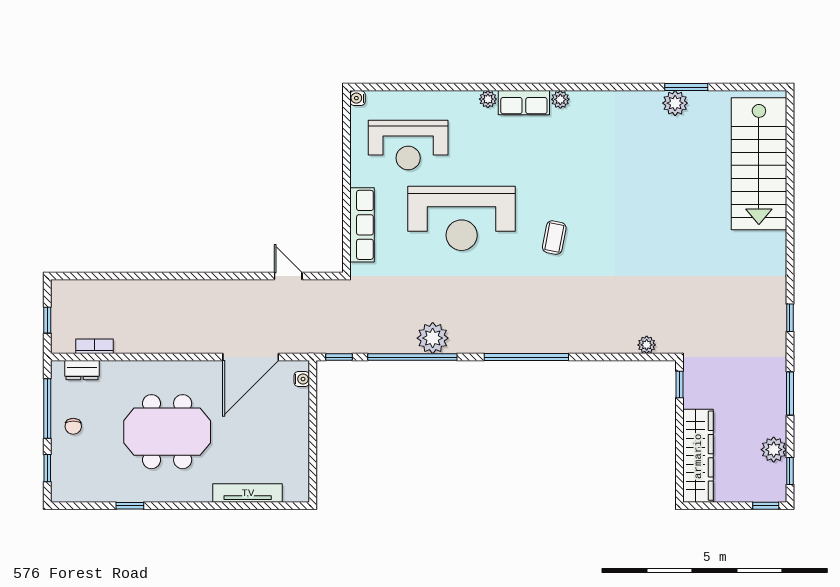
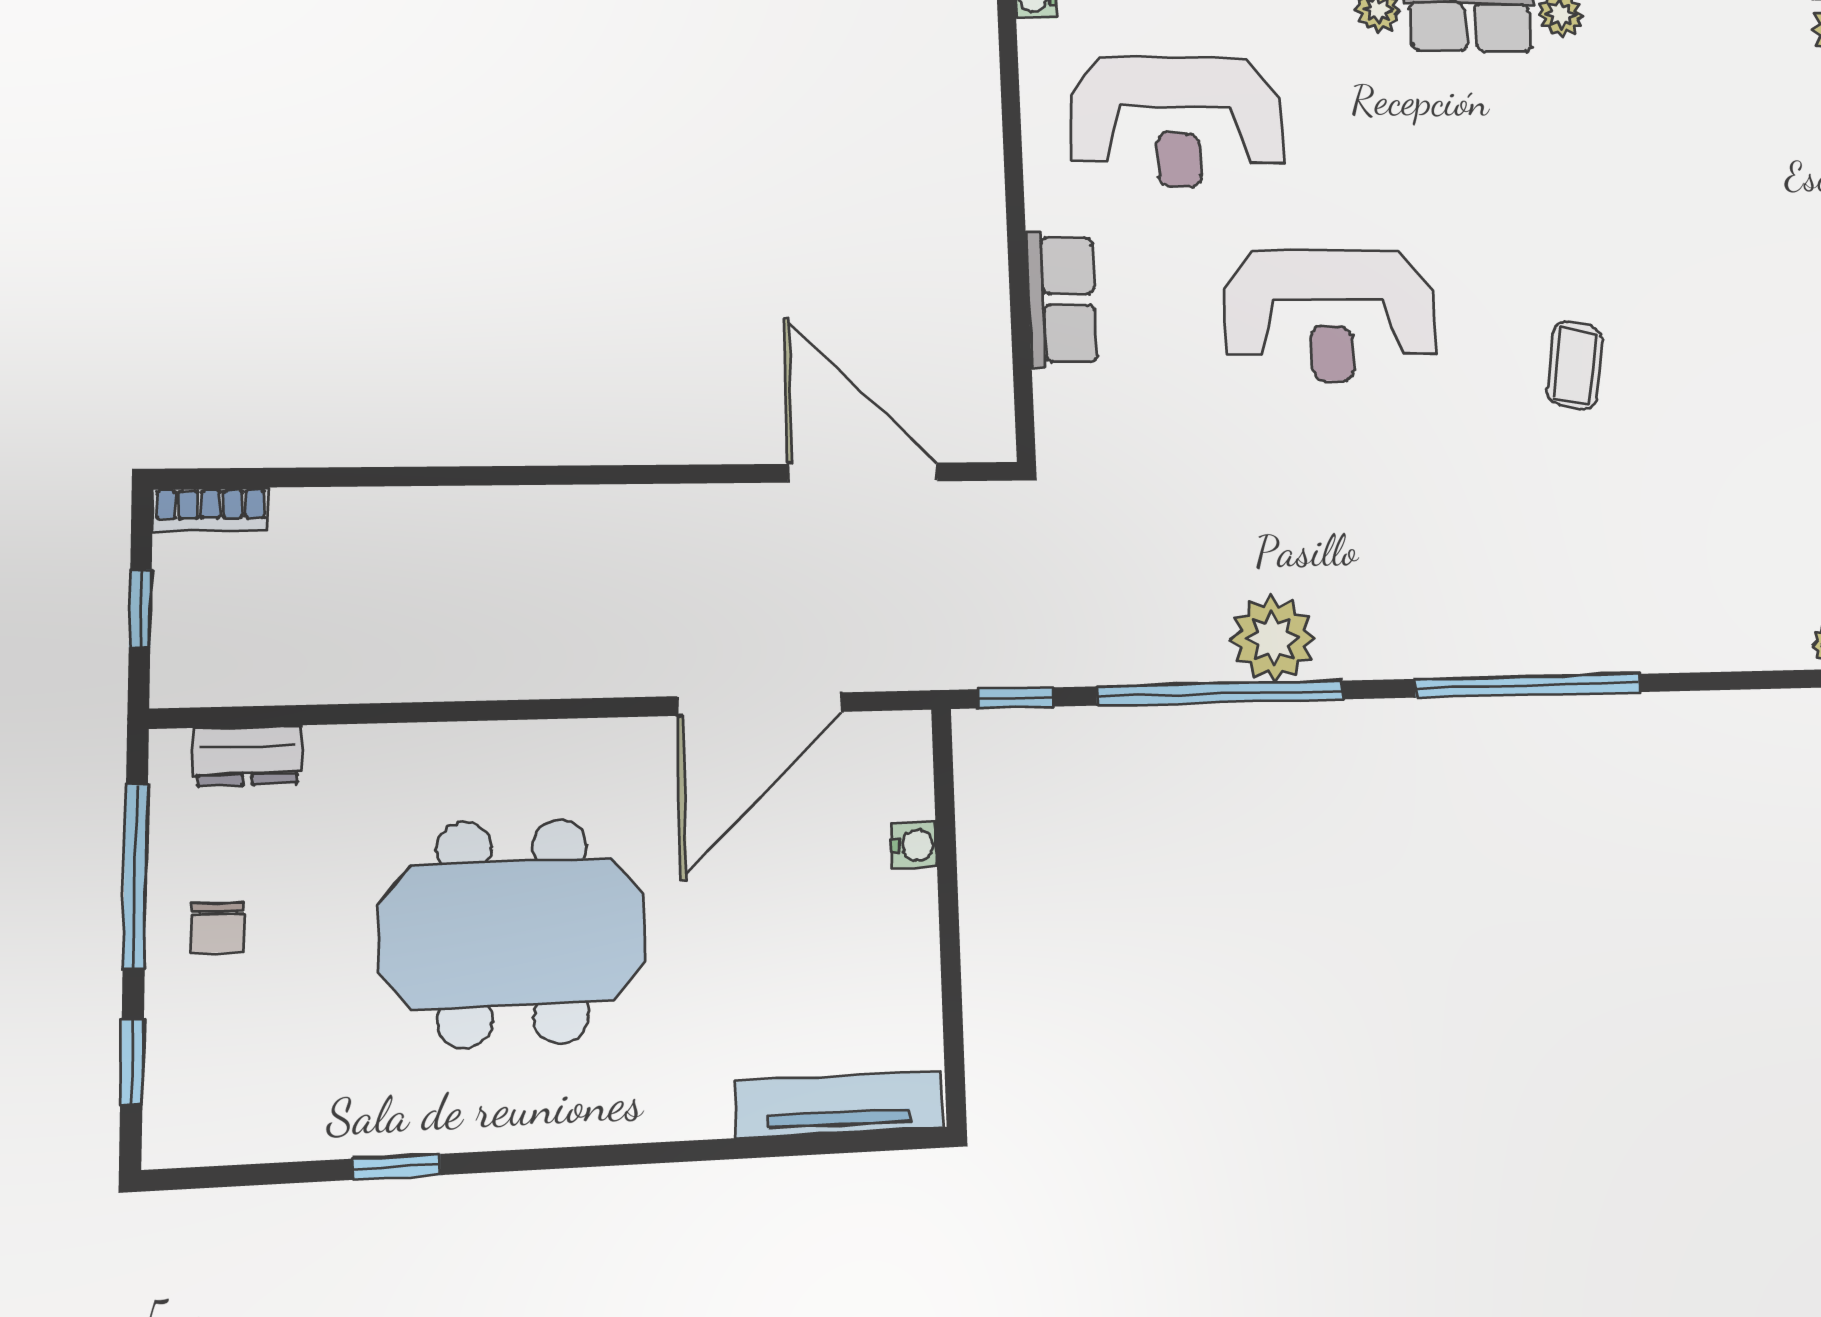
reception desk: (462, 218) -> (1330, 315), width x0.74, depth x0.77
row of seats: (362, 225) -> (1062, 299), width x0.68
door: (288, 276) -> (862, 473), width x1.88
bookcase: (95, 346) -> (211, 510), moved, turned 180
water cooler: (302, 379) -> (914, 845), moved
tv unit: (248, 493) -> (840, 1104), moved

